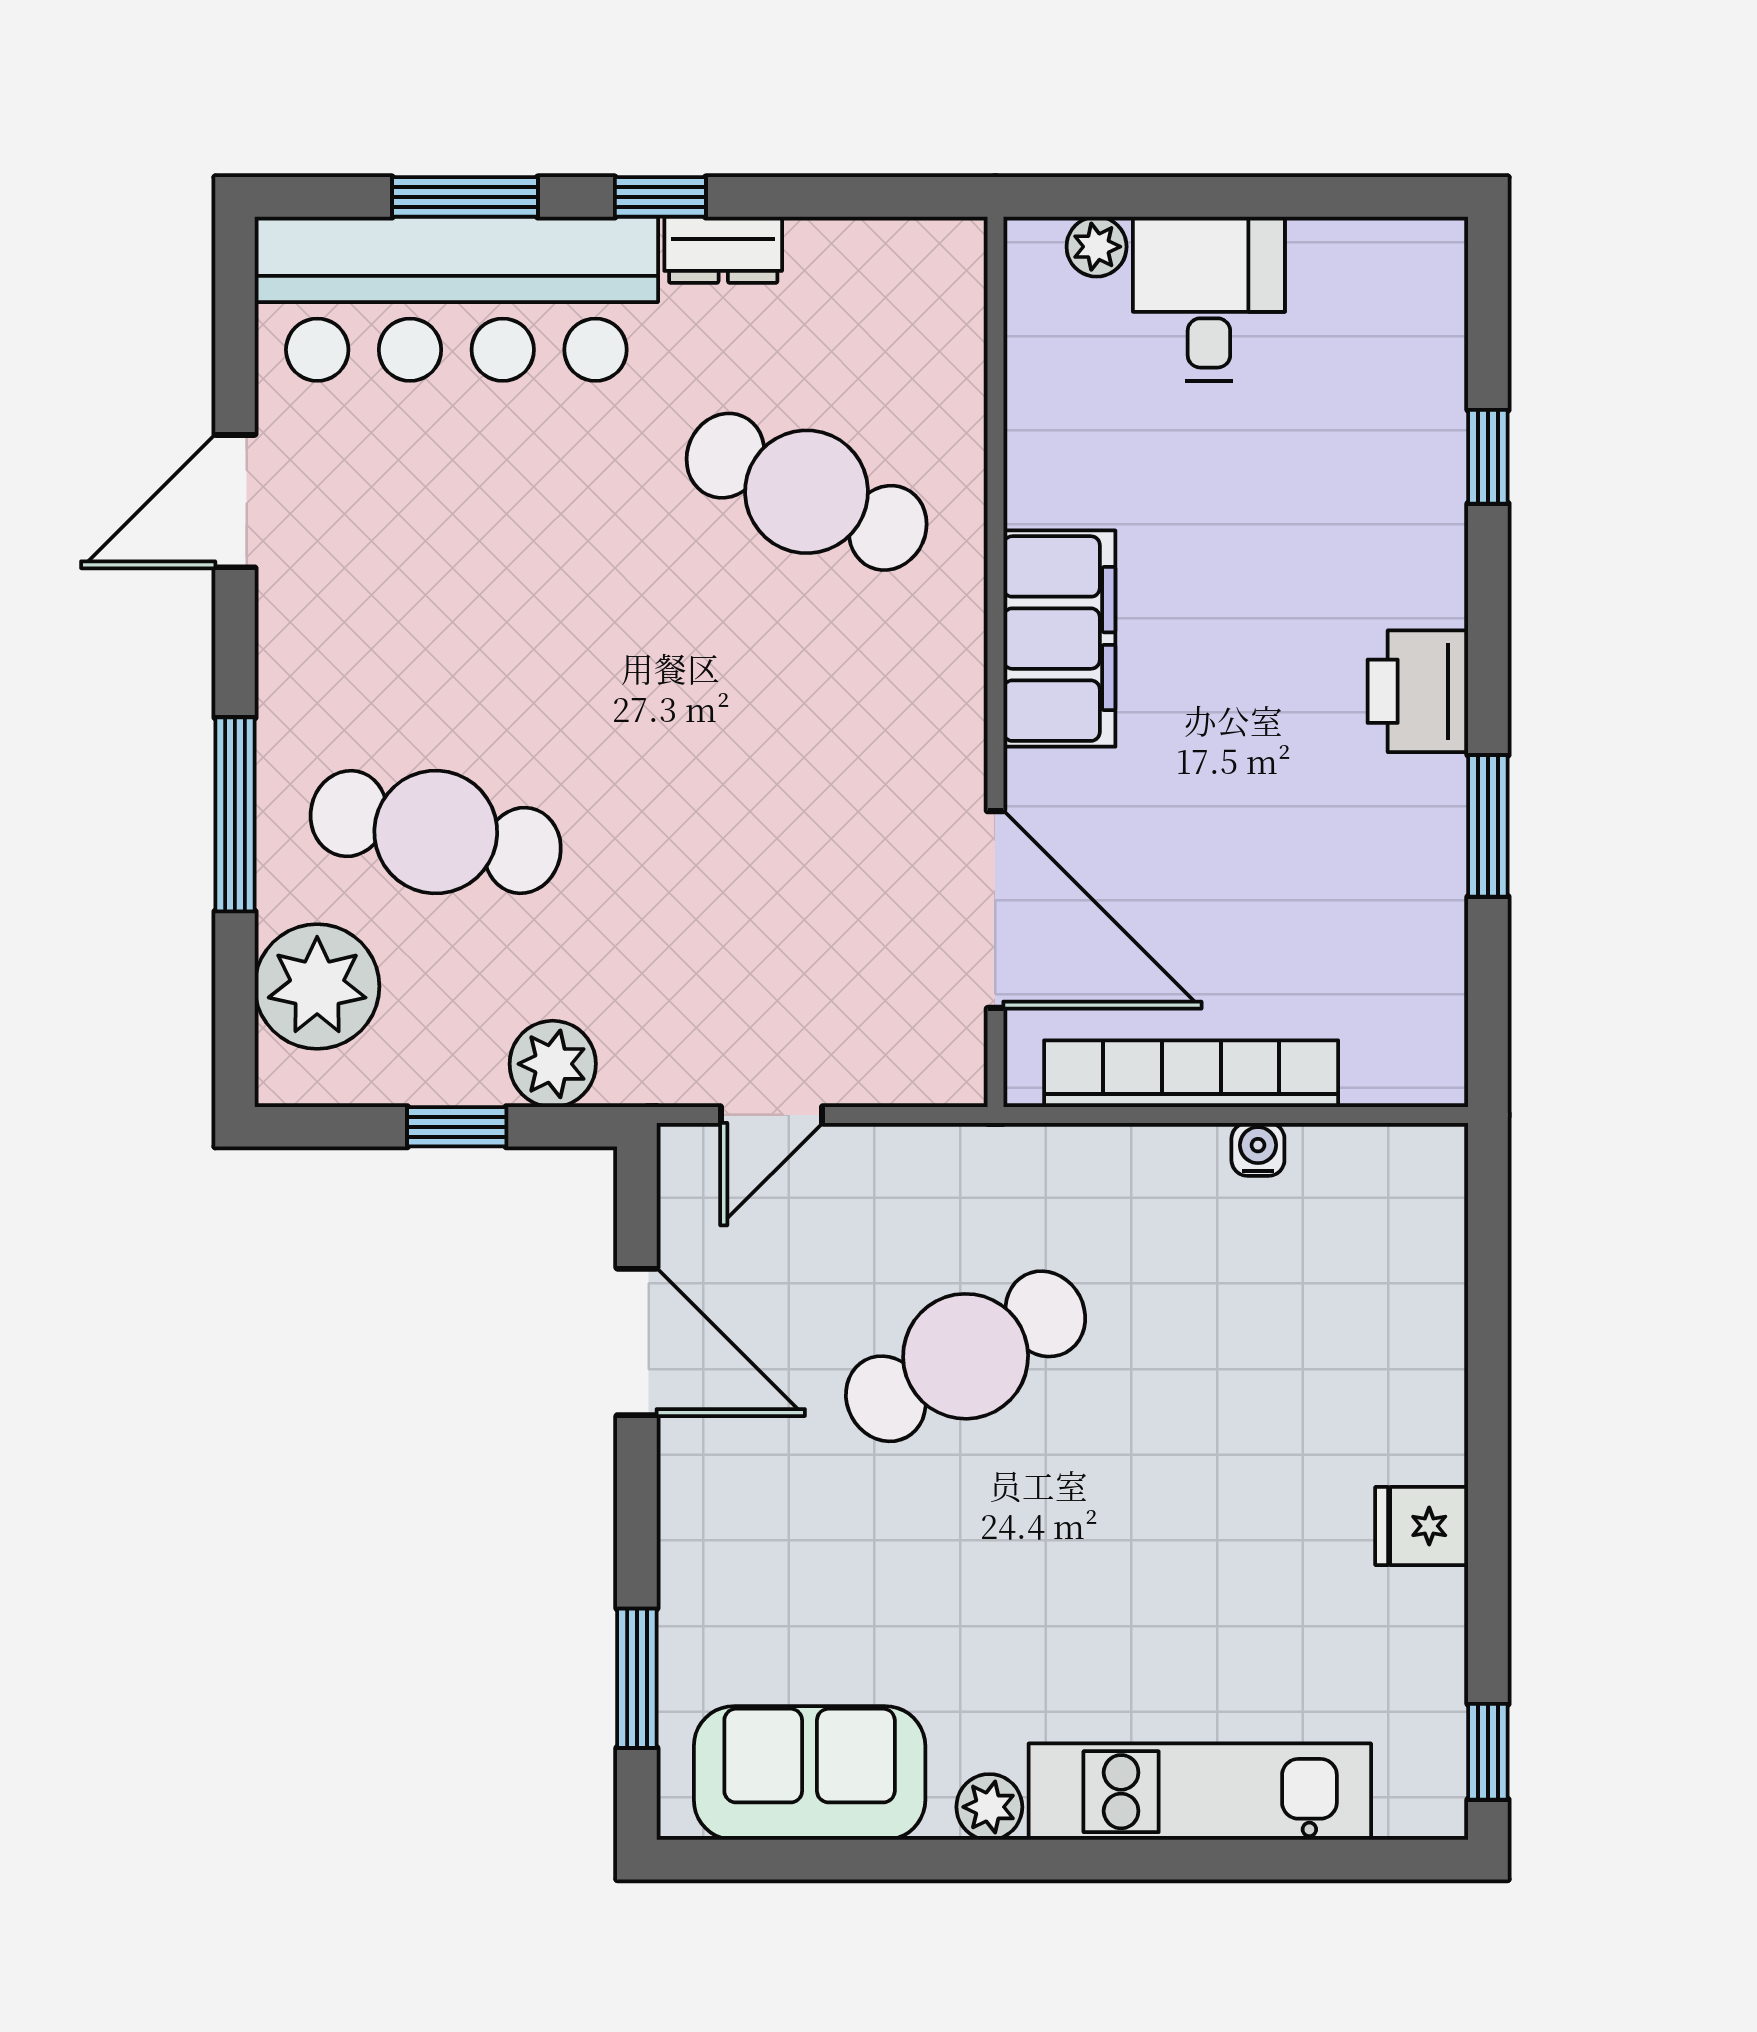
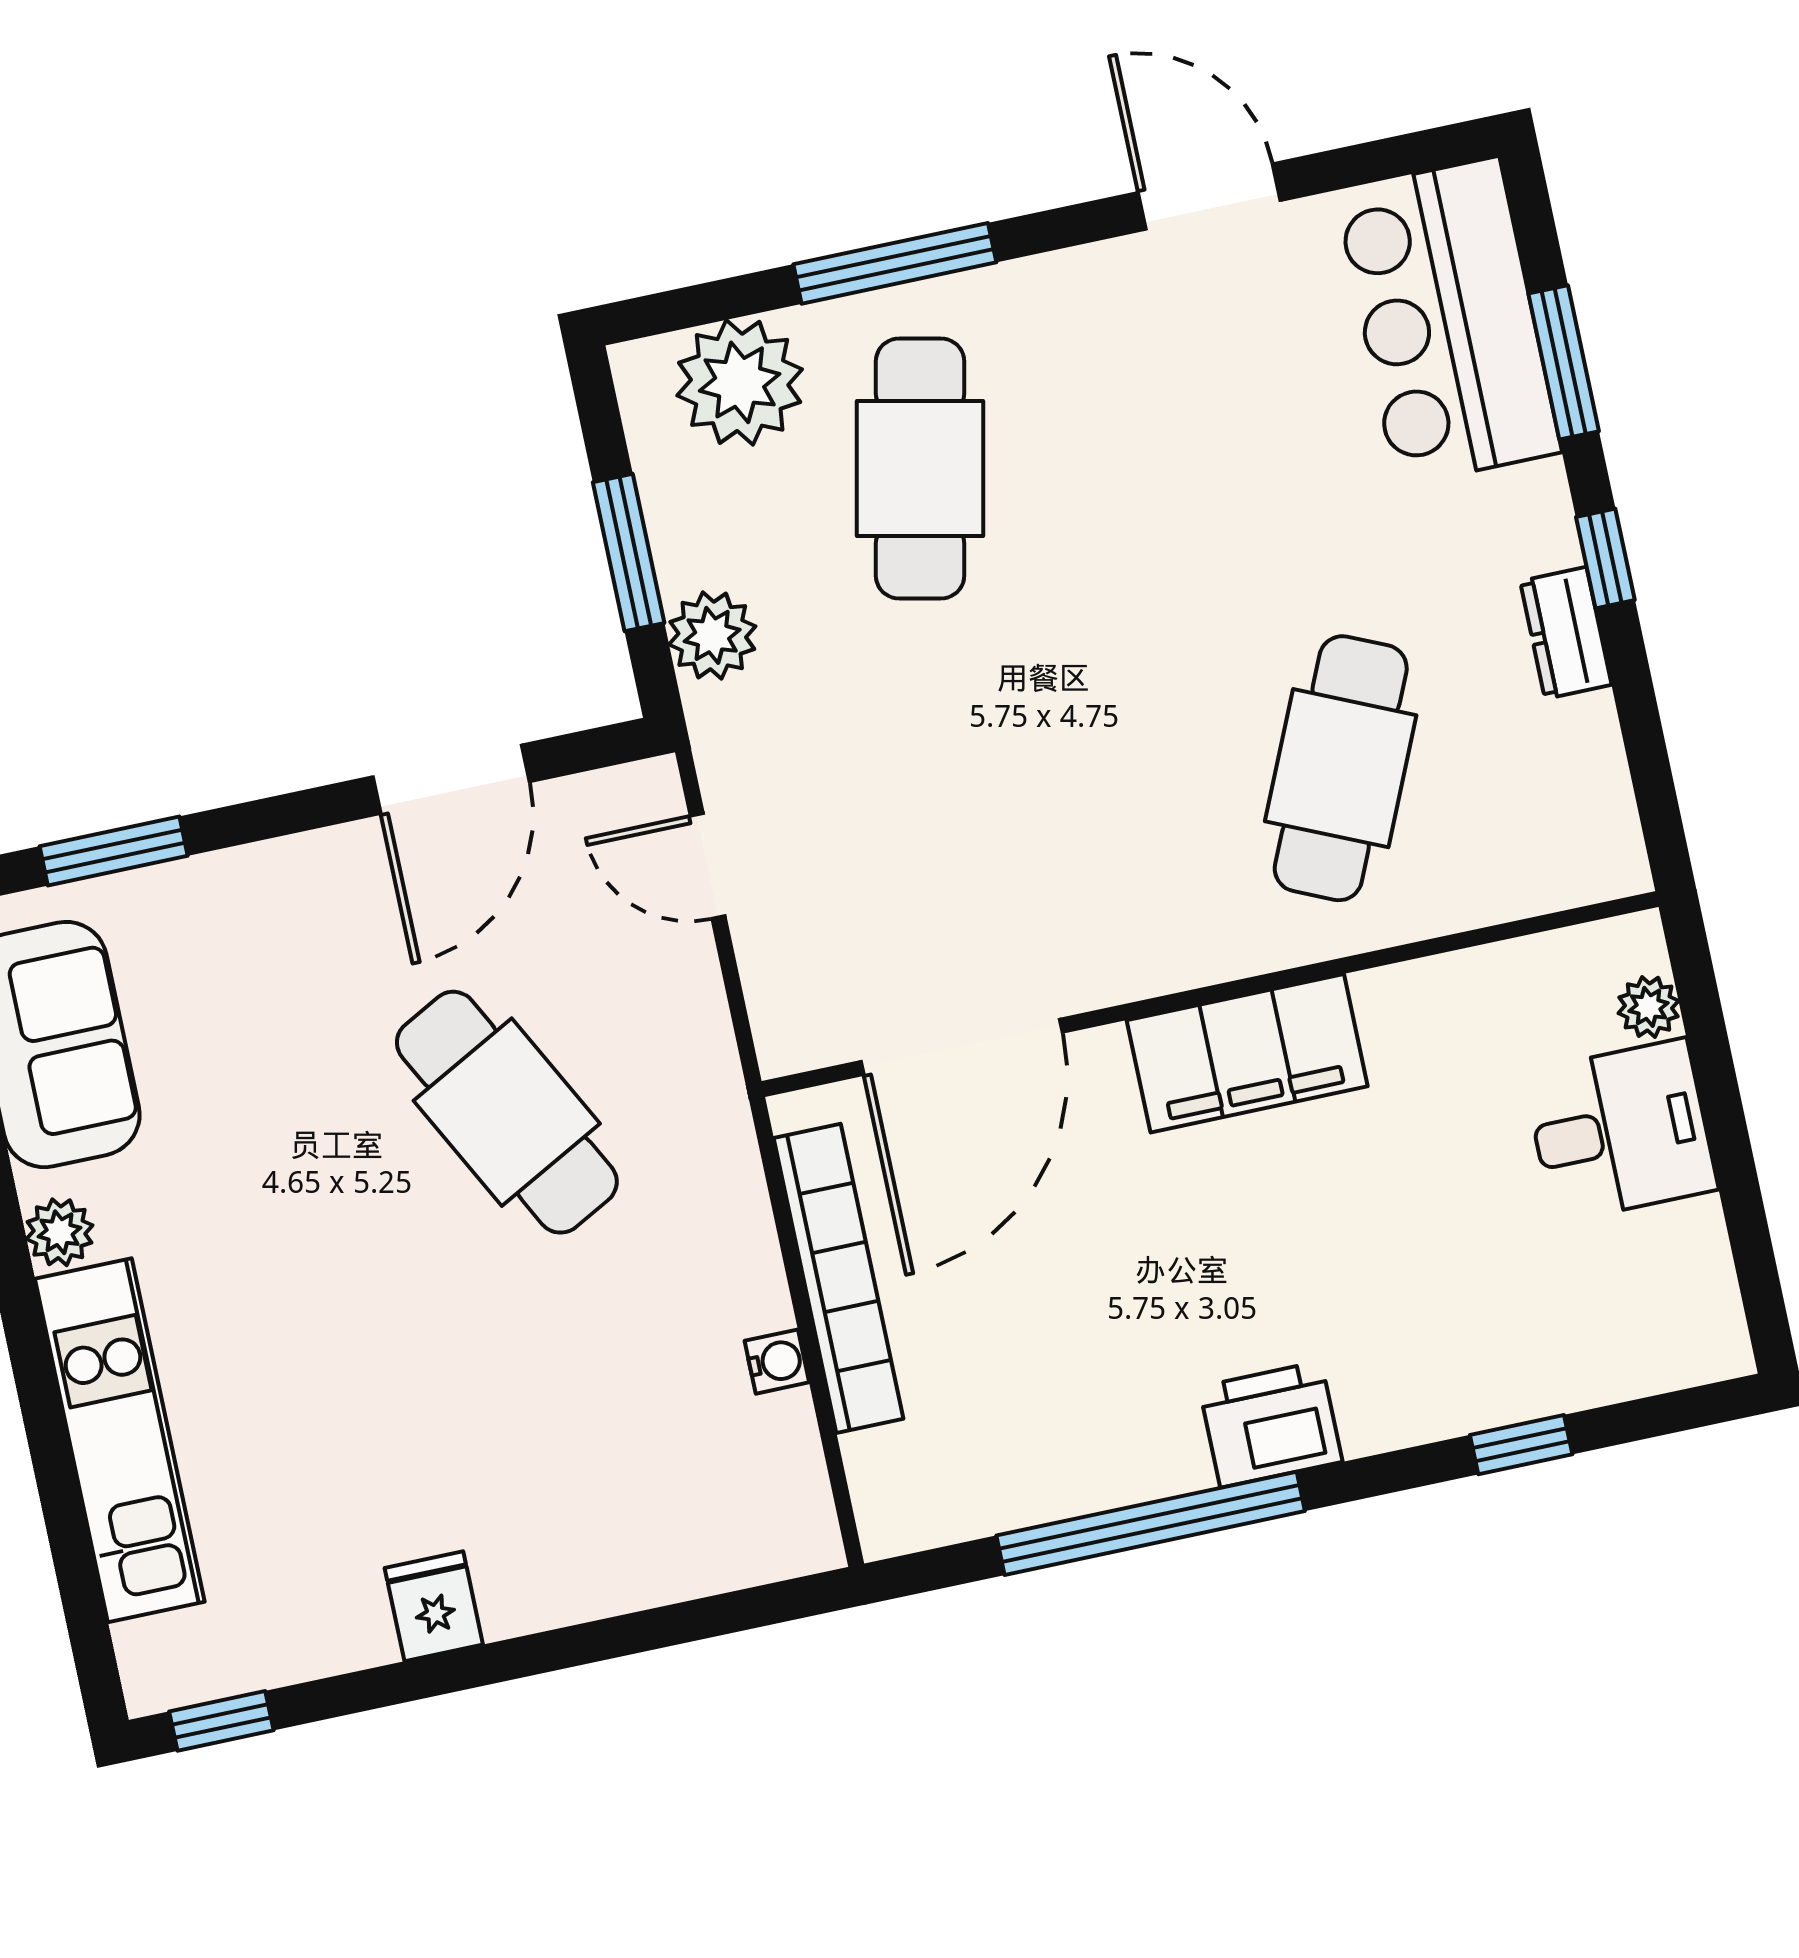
bar counter: (456, 299) -> (1448, 322), width x0.73
window: (1488, 826) -> (1151, 1523), width x2.11
window: (457, 1127) -> (629, 553), width x1.50

